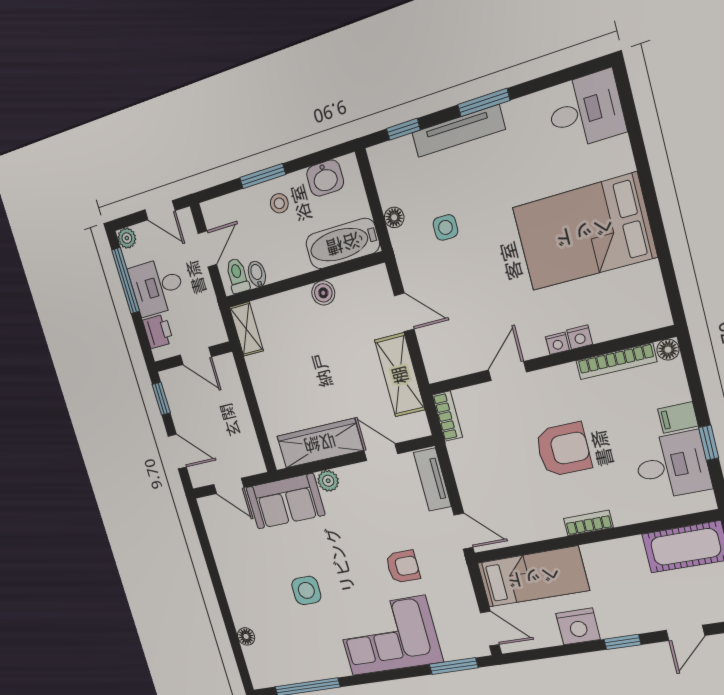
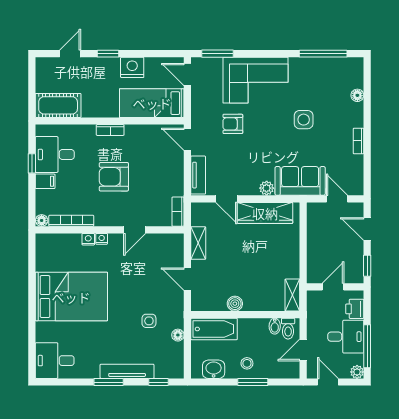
door: (196, 356) -> (333, 287), hinge flipped
shelving: (400, 375) -> (198, 243), width x0.67, depth x0.75
bookcase: (226, 573) -> (358, 141), added

